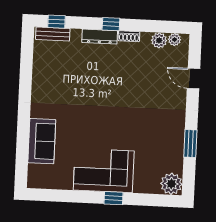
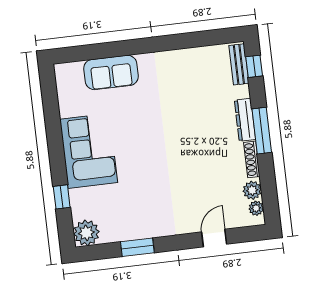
window: (111, 24) -> (262, 131), width x2.17
shoe rack: (129, 36) -> (252, 159), width x1.43
window: (114, 198) -> (62, 197), moved

